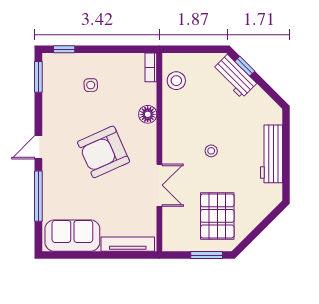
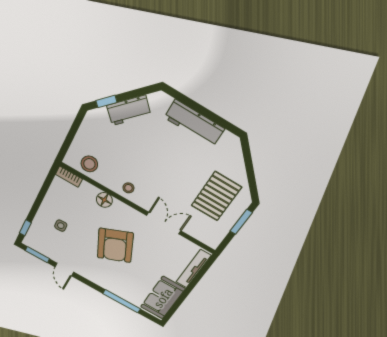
workbench: (235, 76) -> (129, 110), moved
door: (38, 147) -> (64, 269), moved
stool: (211, 151) -> (128, 188), moved
pallet: (217, 216) -> (216, 196), turned 90

